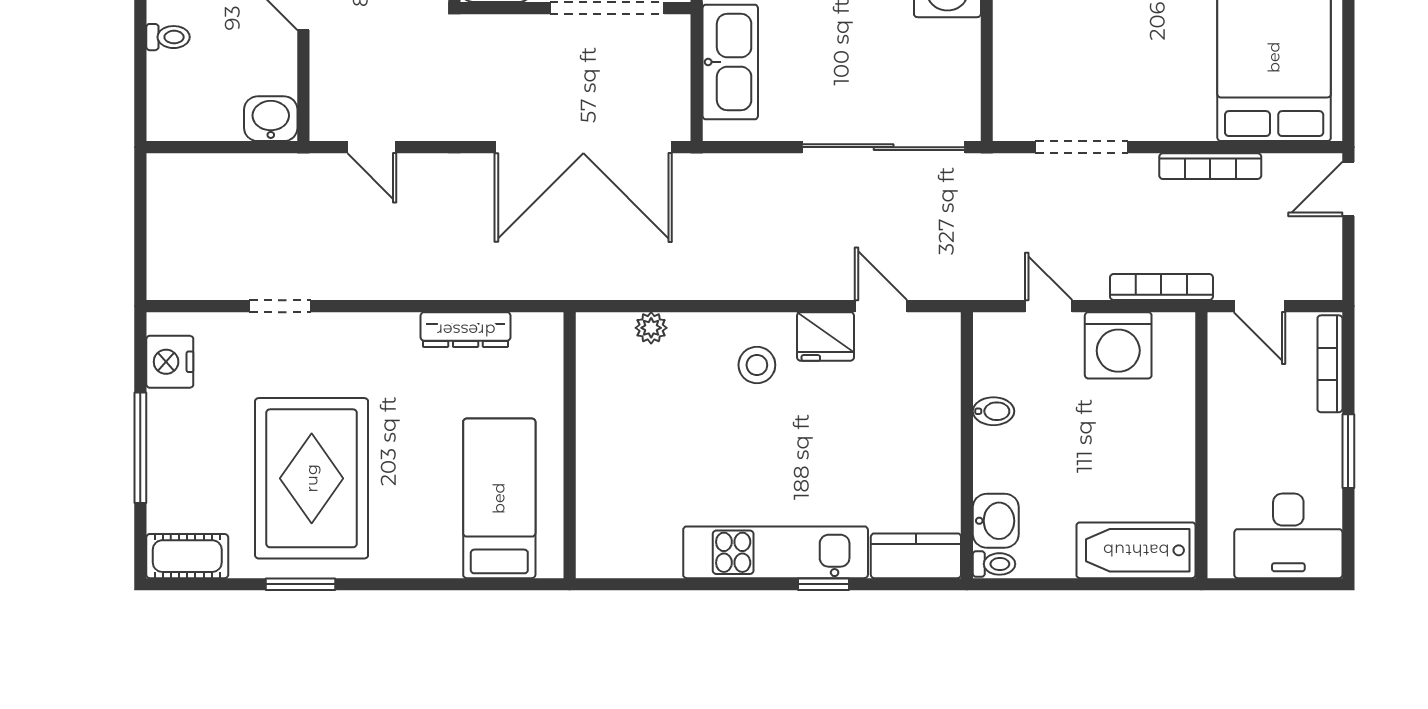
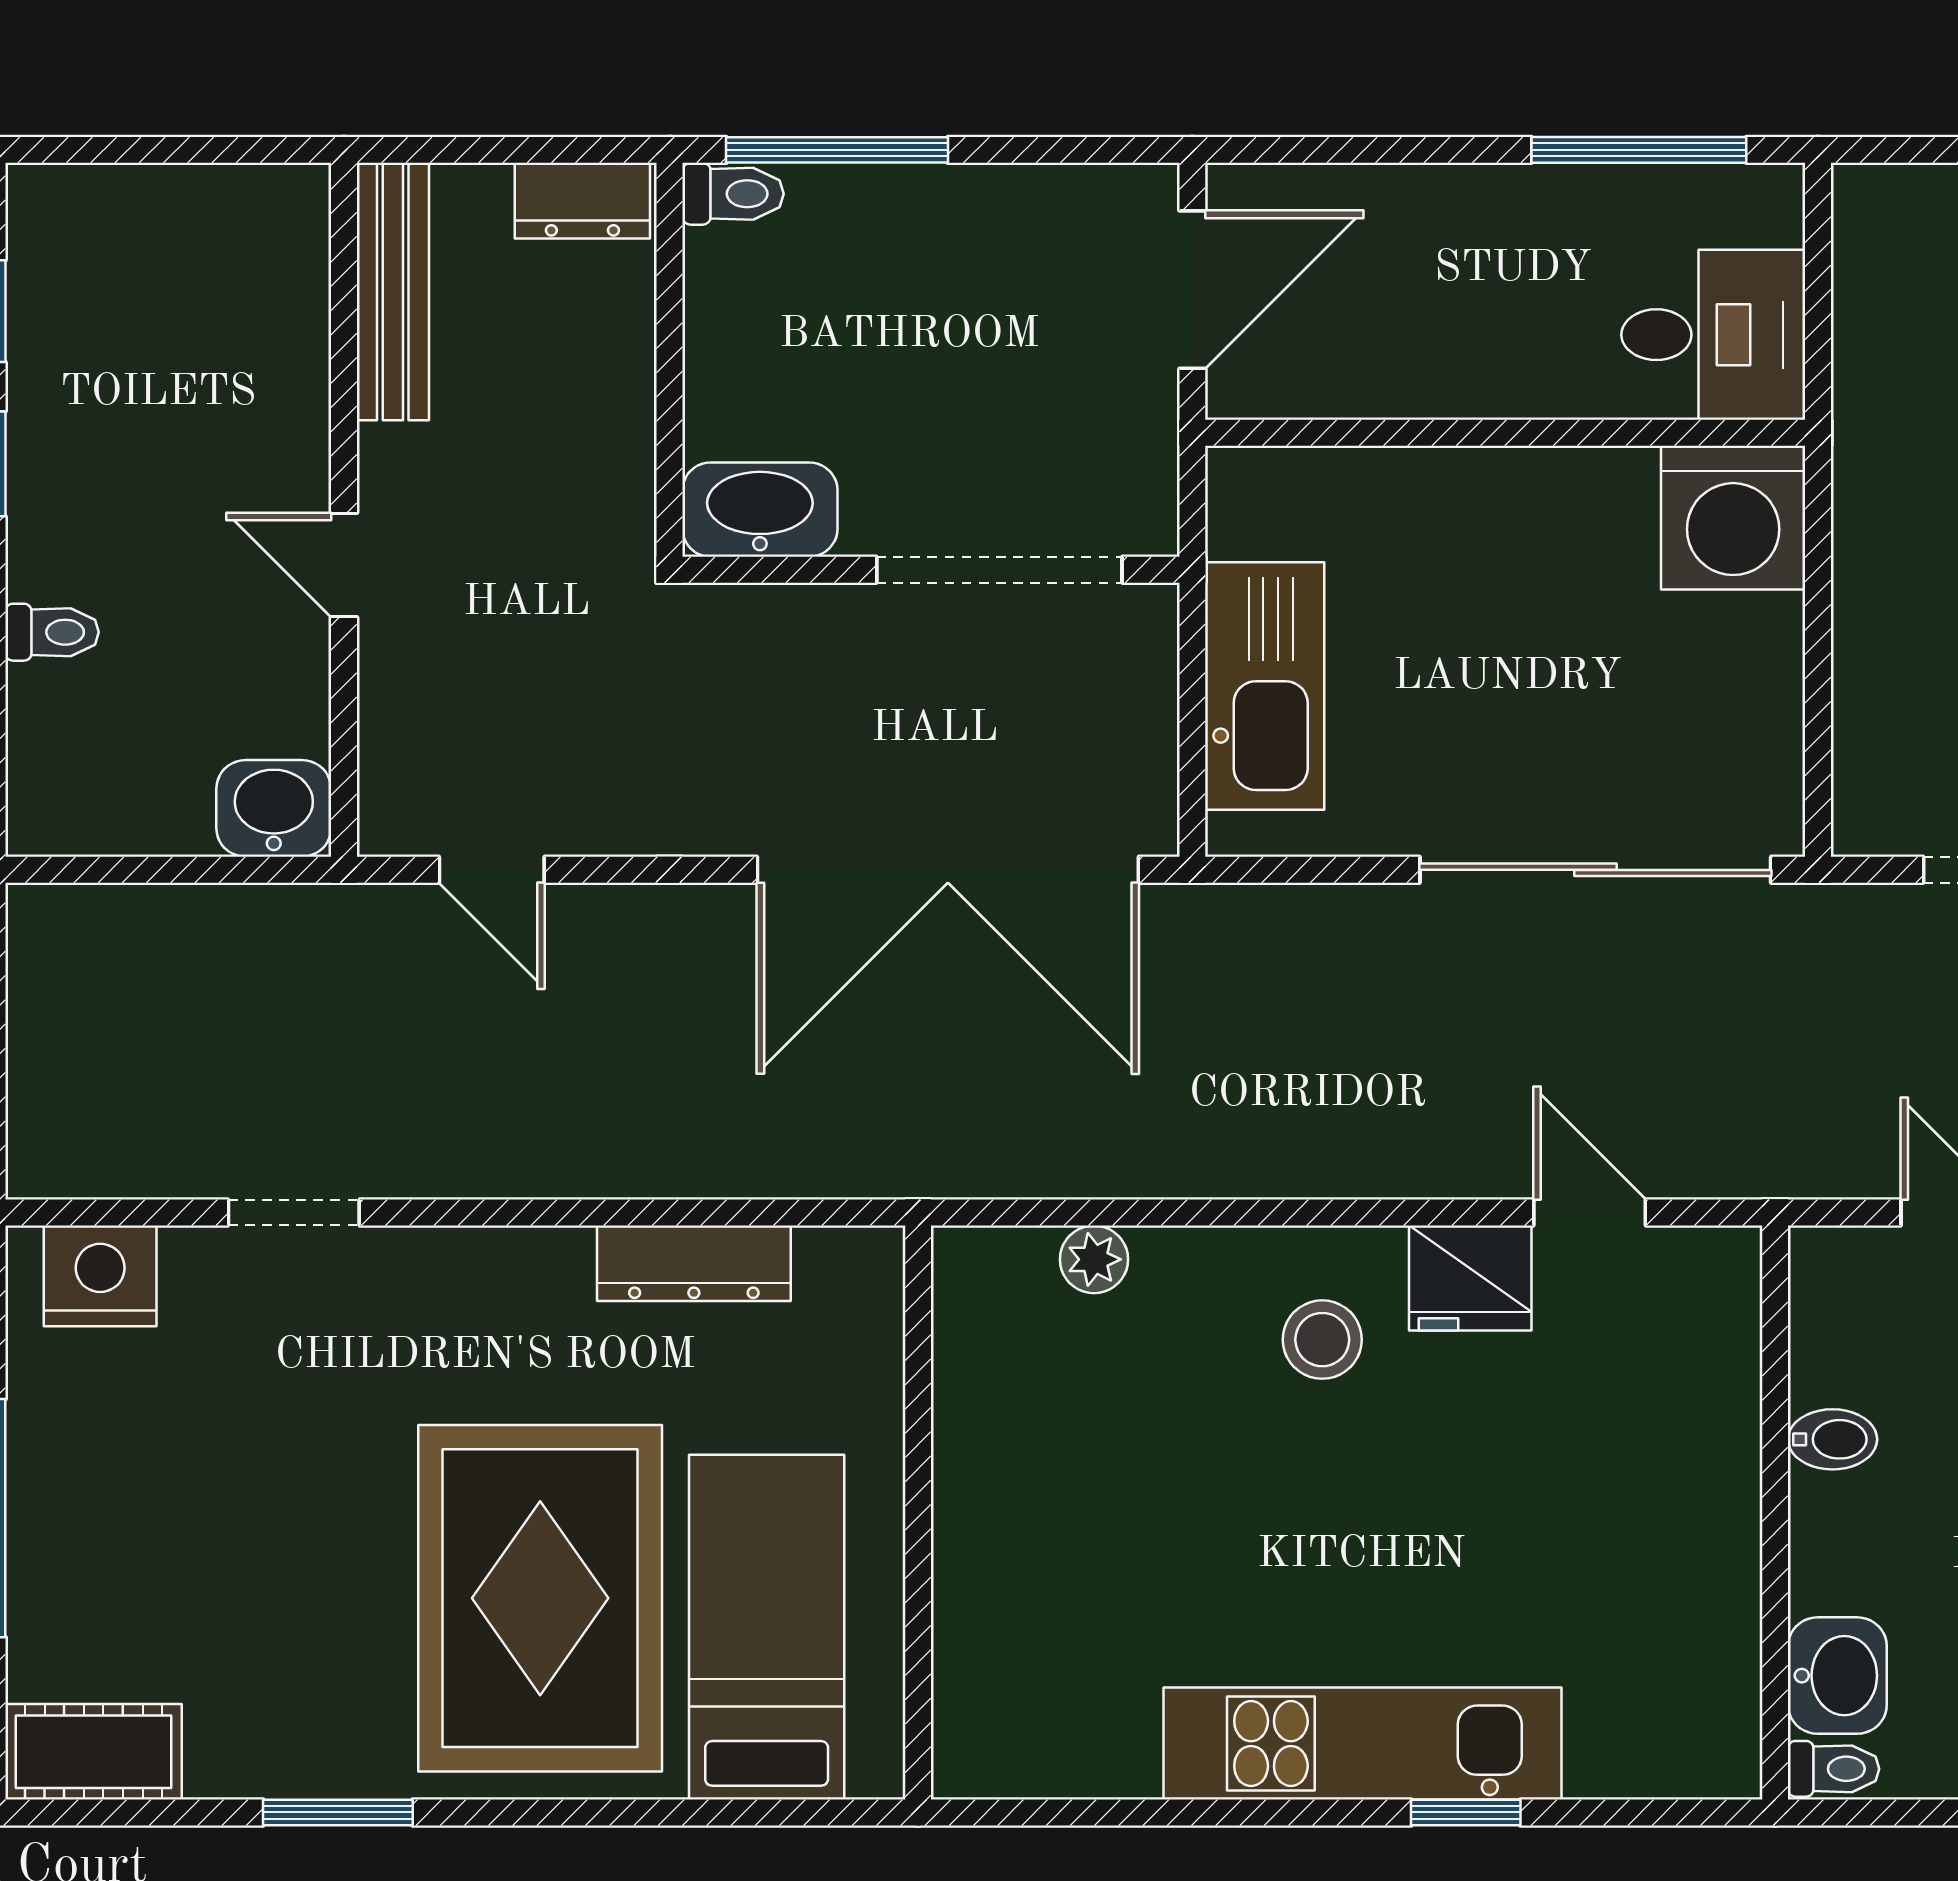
nightstand: (170, 362) -> (100, 1276), moved, turned 90
rug: (312, 478) -> (540, 1598), moved
kitchen counter: (916, 556) -> (1665, 1751), removed

